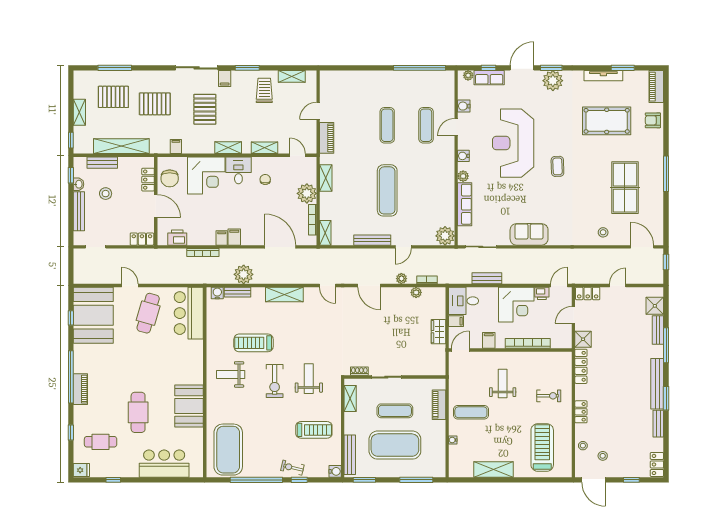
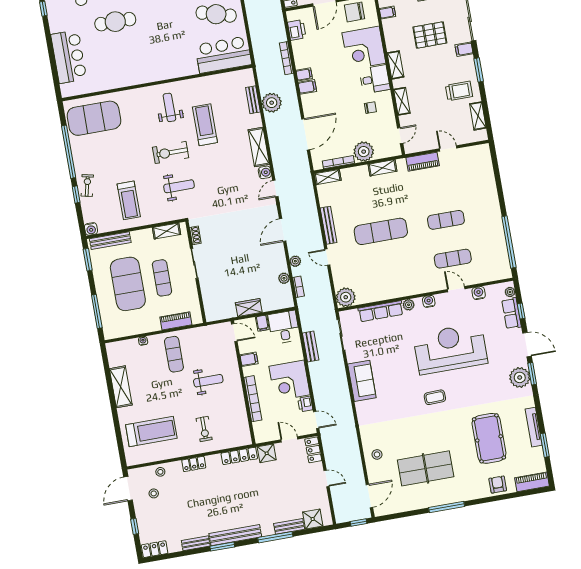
water cooler: (217, 293) -> (265, 172), moved
booth: (189, 406) -> (131, 71), removed

